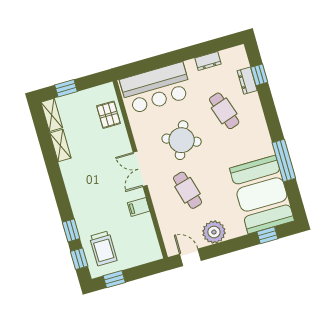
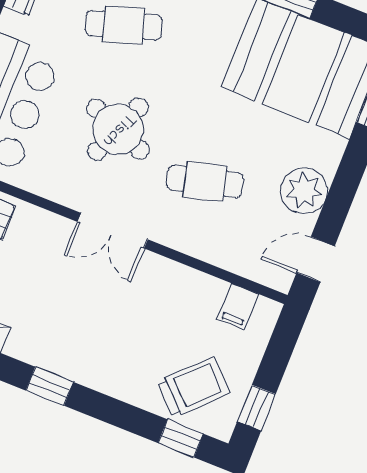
filing cabinet: (139, 207) -> (238, 307), moved
window: (71, 230) -> (50, 386), moved
trolley: (103, 248) -> (194, 387), turned -45

